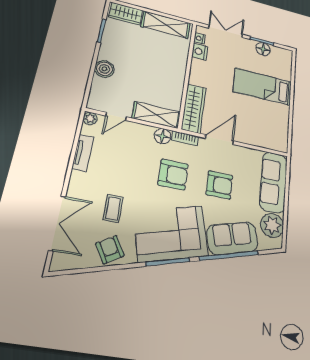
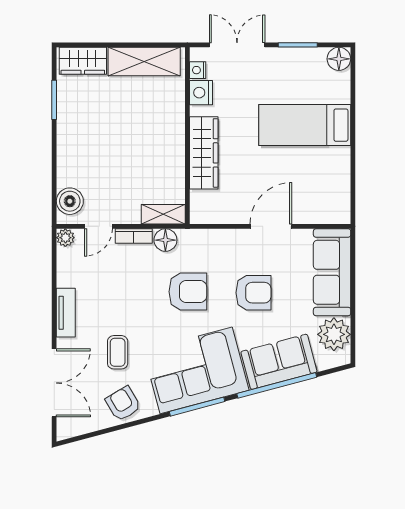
floor lamp: (263, 49) -> (339, 59), moved
boiler: (104, 69) -> (70, 201), moved
wardrobe: (194, 109) -> (204, 153), moved
shelving: (156, 115) -> (163, 214), width x0.67, depth x0.75
bookcase: (185, 138) -> (134, 236), moved
door: (219, 140) -> (271, 226), moved
tv unit: (83, 153) -> (66, 313), moved

